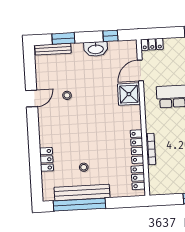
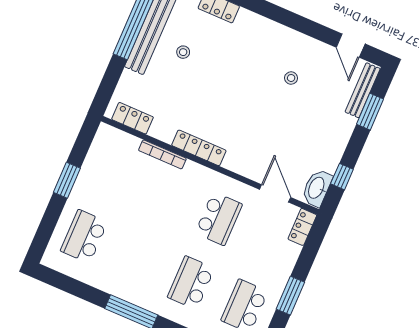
washbasin: (96, 49) -> (317, 188), moved
shower: (129, 94) -> (251, 162), removed
door: (32, 99) -> (351, 46), moved
locker: (137, 147) -> (199, 148), moved

